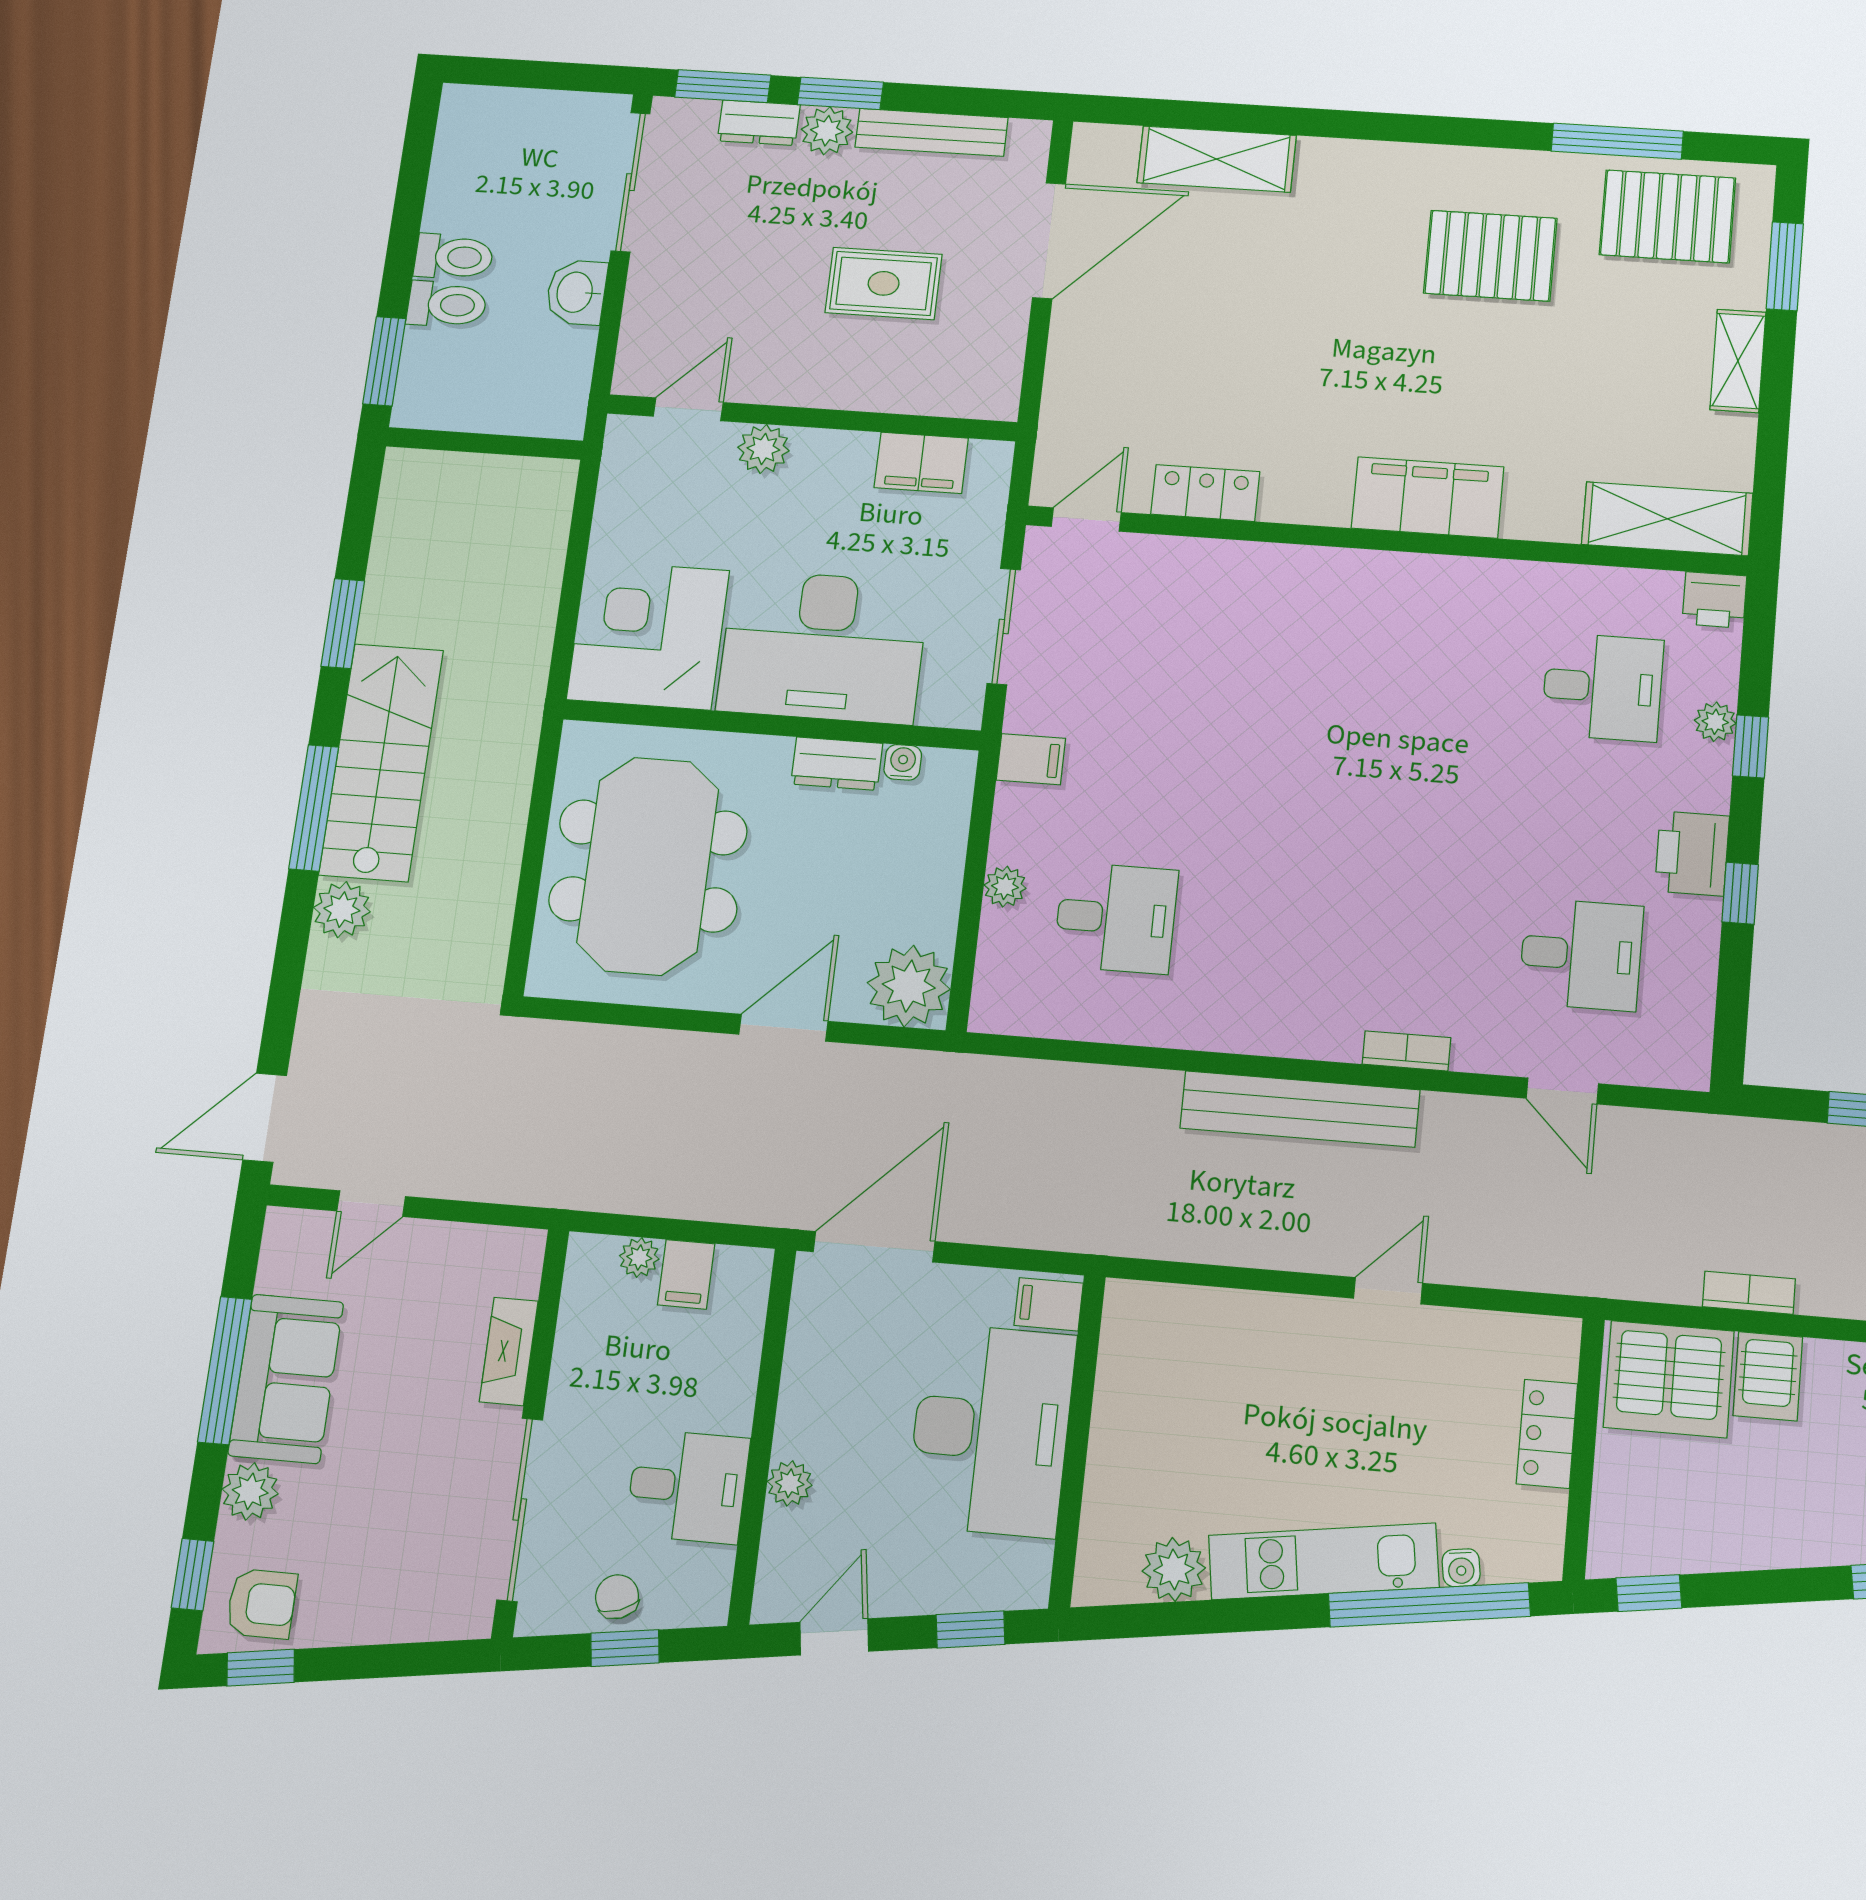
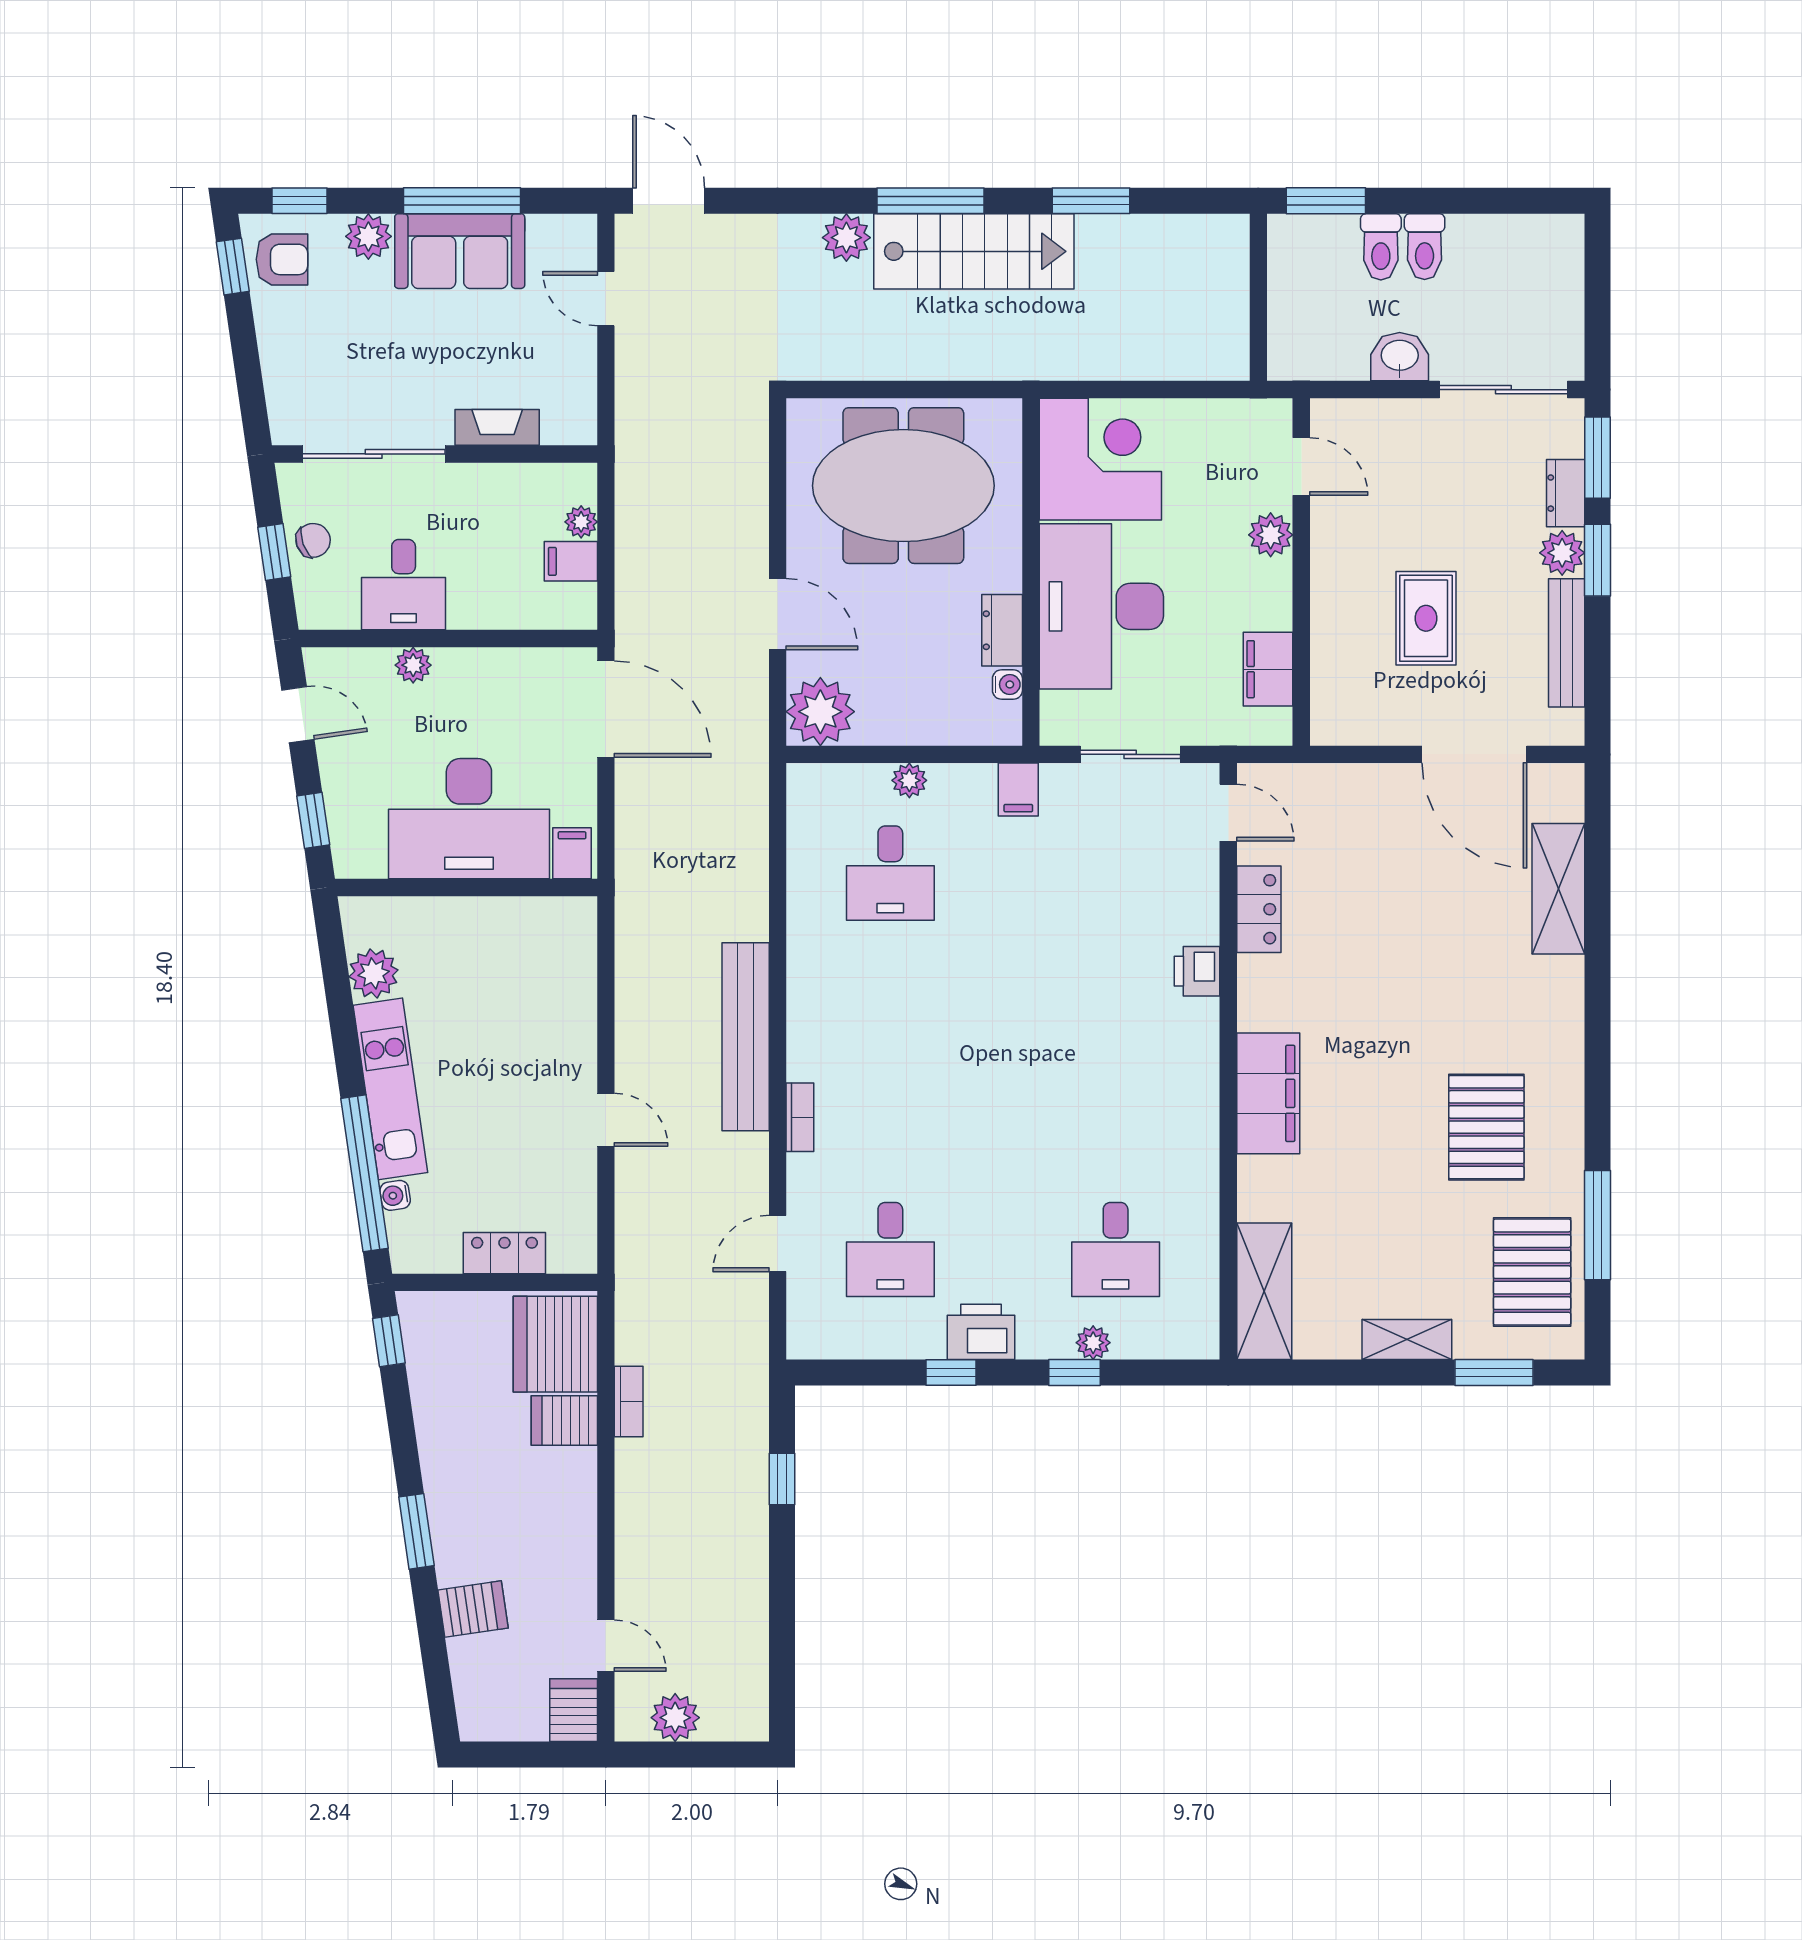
printer: (1714, 600) -> (1197, 971), moved
armchair: (262, 1604) -> (282, 259), turned -90

